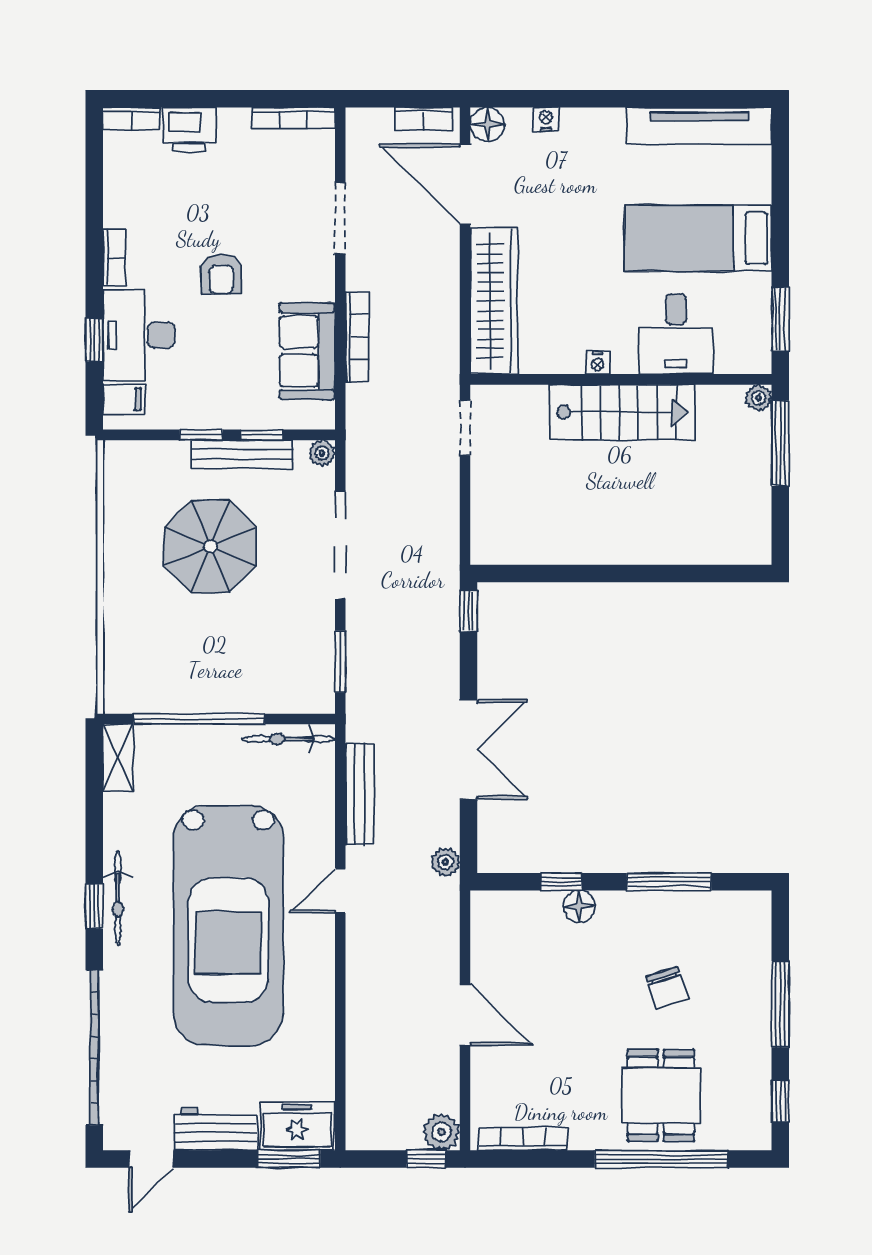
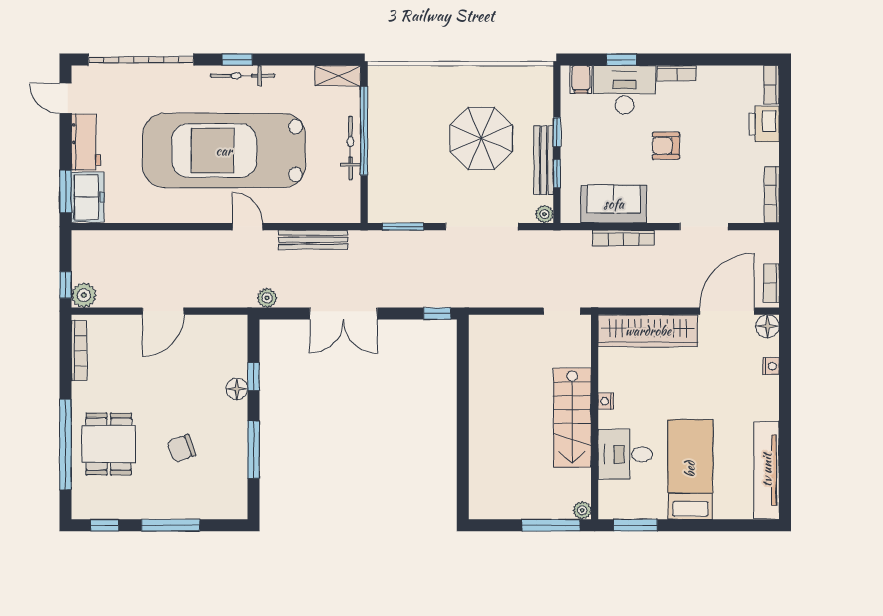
bicycle: (288, 739) -> (351, 148), moved
dining table: (661, 1095) -> (109, 444), turned 90

